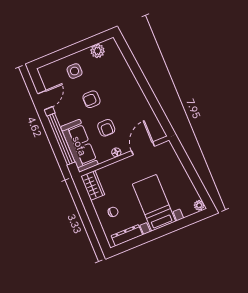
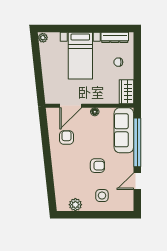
armchair: (106, 128) -> (67, 138), moved

